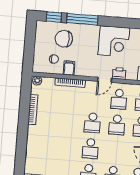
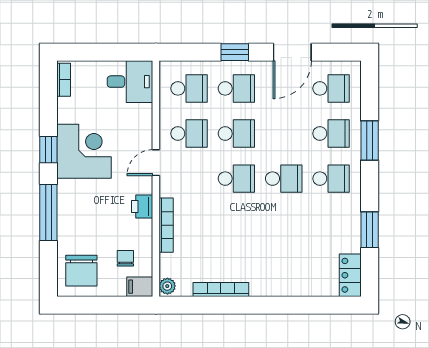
window: (54, 17) -> (48, 150), moved
chair: (64, 39) -> (81, 271), moved
filing cabinet: (69, 68) -> (140, 287), moved
printer: (119, 73) -> (142, 206), moved
door: (105, 80) -> (156, 163), swing flipped

